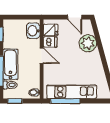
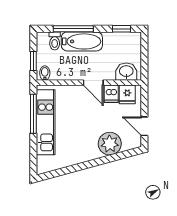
door: (75, 17) -> (144, 126), hinge flipped
door: (42, 56) -> (93, 83), hinge flipped
window: (15, 101) -> (33, 61), moved

